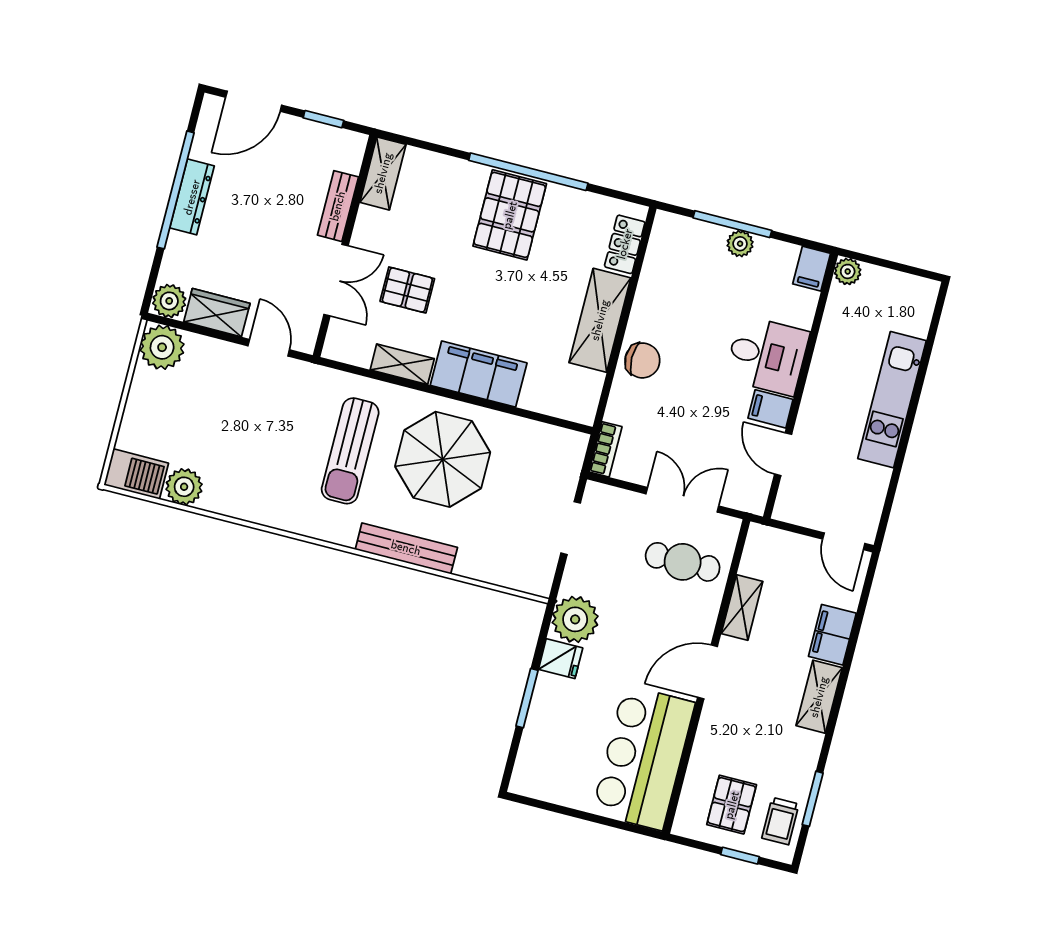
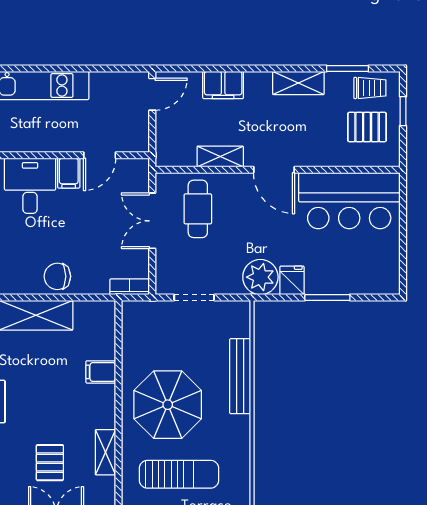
chair: (642, 361) -> (57, 276), turned -90
filing cabinet: (479, 374) -> (101, 372), width x0.33, depth x0.86
bench: (406, 548) -> (240, 376), moved
shelving: (819, 697) -> (298, 83), moved

